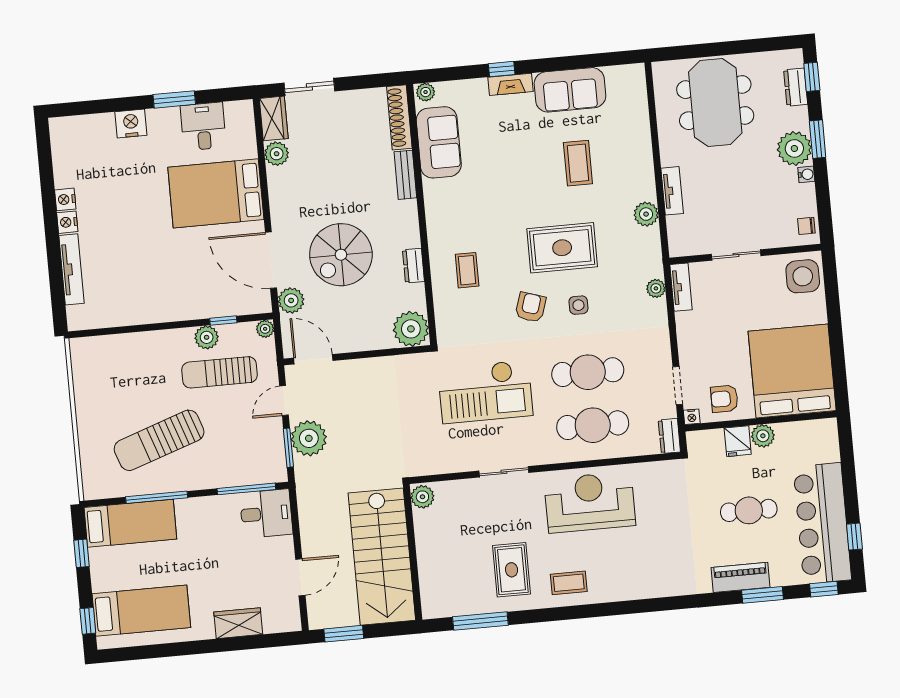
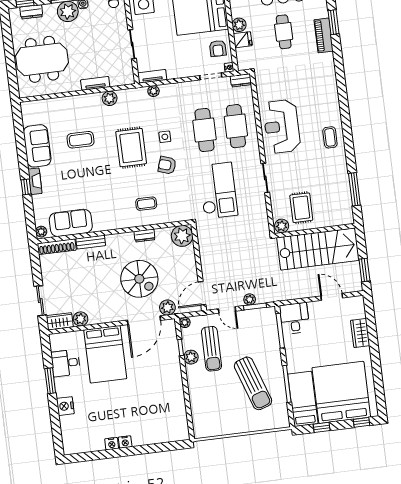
tv unit: (71, 269) -> (153, 439), removed
plant: (309, 438) -> (250, 299), width x0.53, depth x0.53
rug: (512, 570) -> (301, 208), moved, turned 90
bed: (141, 611) -> (341, 392), width x2.04

